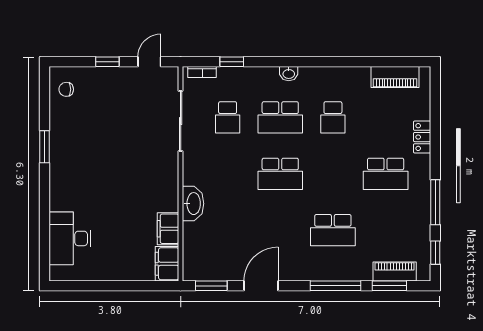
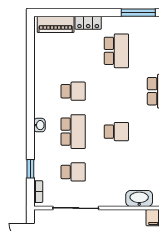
piano: (395, 77) -> (56, 24), moved, turned 90
school desk: (280, 174) -> (116, 132), width x0.54

